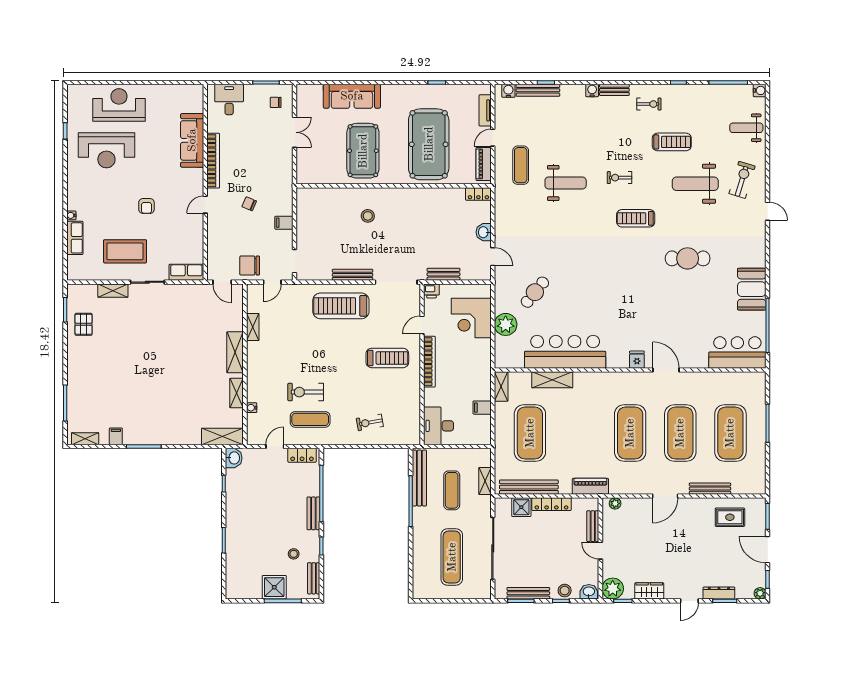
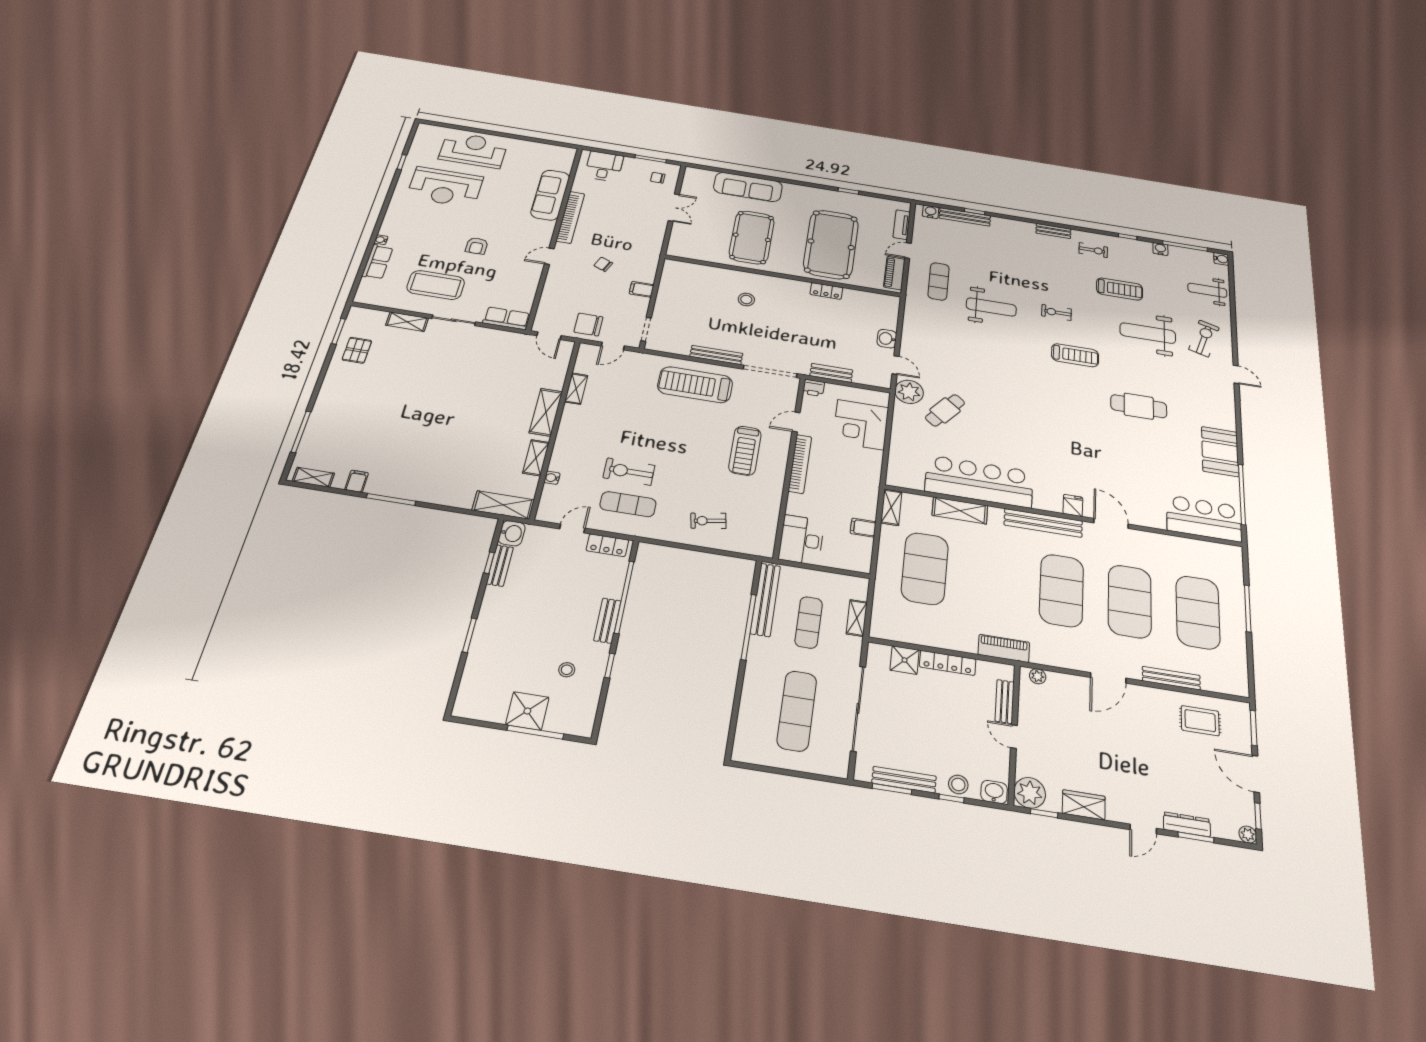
water cooler: (592, 90) -> (1160, 249), moved
locker: (478, 194) -> (826, 291), moved
treadmill: (636, 218) -> (1075, 355), turned 180
plant: (506, 324) -> (909, 392), moved
treadmill: (387, 358) -> (745, 451), turned 90
bench: (529, 487) -> (1043, 523), moved
bench: (314, 578) -> (500, 566), moved

